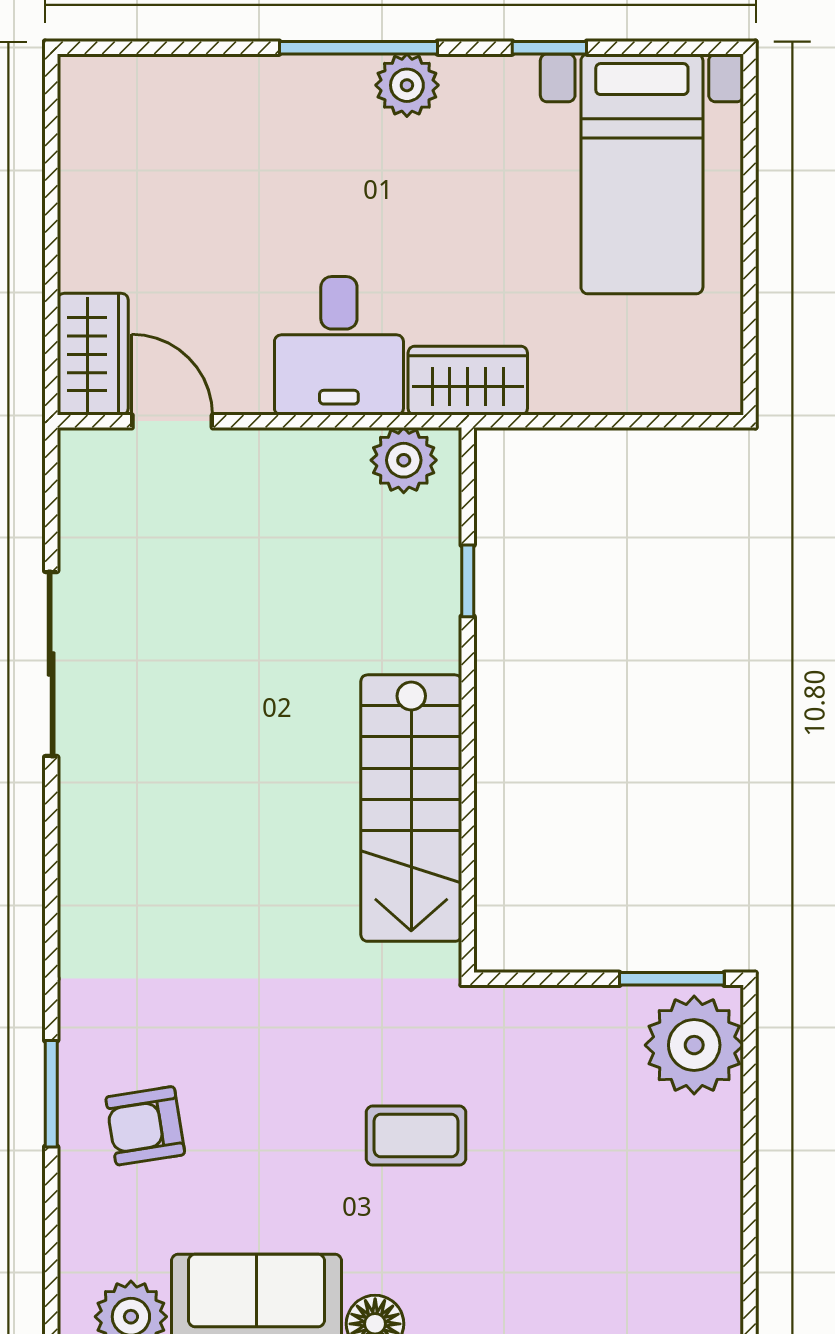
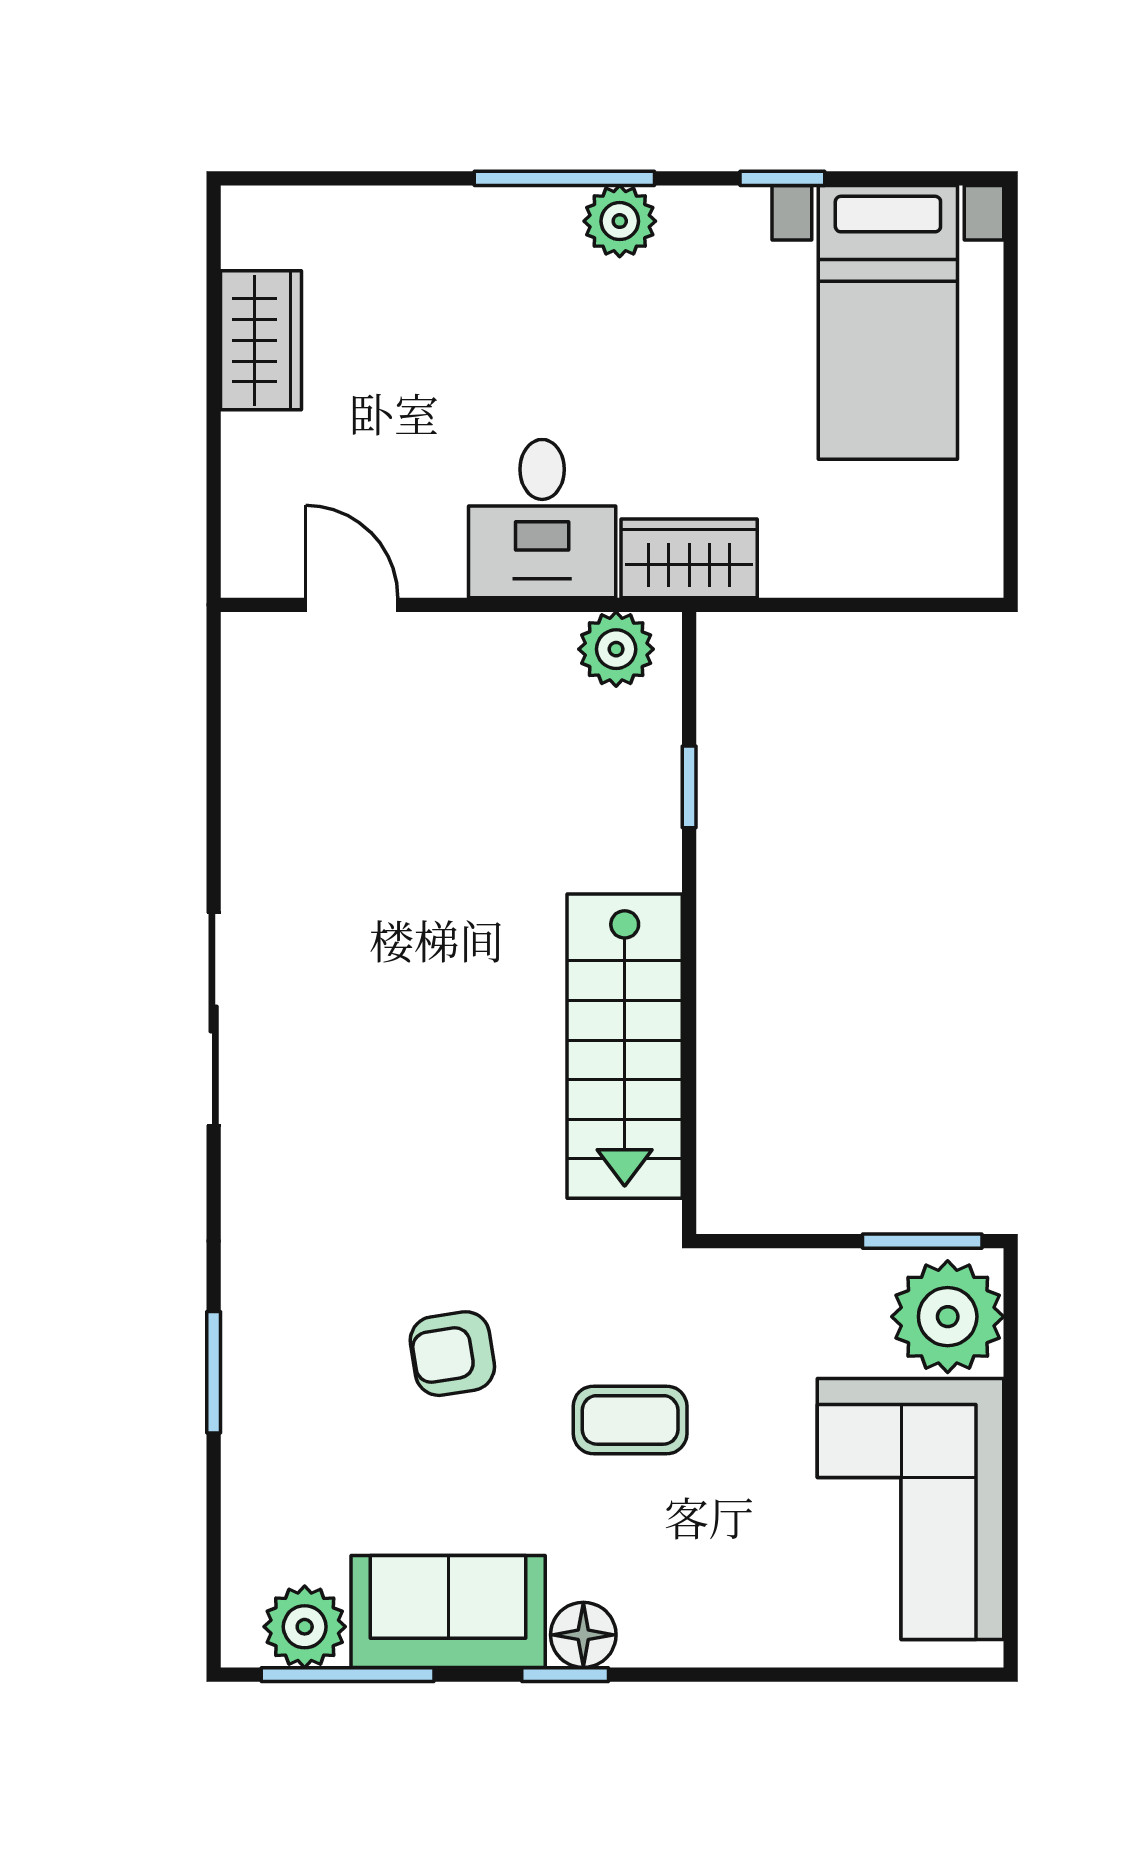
wardrobe: (93, 354) -> (261, 340), moved
sliding door: (51, 664) -> (214, 1019), moved
armchair: (145, 1126) -> (452, 1354), moved
corner sofa: (662, 1214) -> (911, 1509), added

